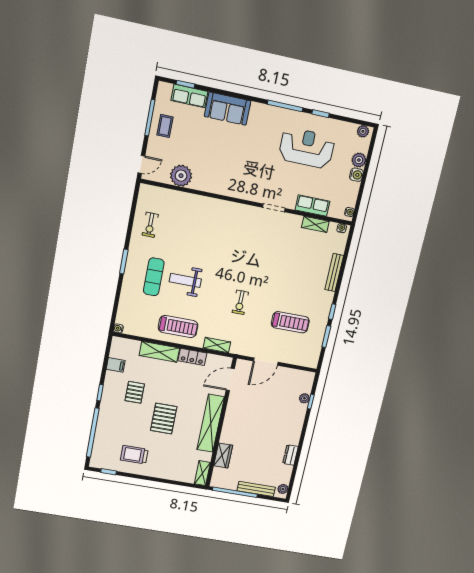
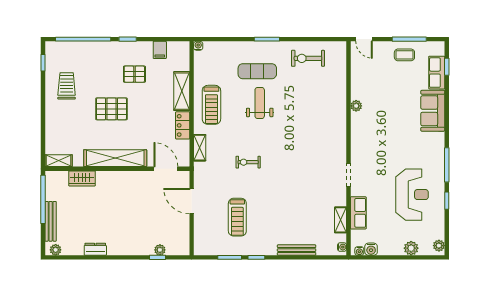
water cooler: (356, 175) -> (371, 249), moved
plant: (181, 176) -> (356, 106), moved, width x0.53, depth x0.53
exercise bike: (150, 225) -> (308, 58), width x1.38, depth x1.39

